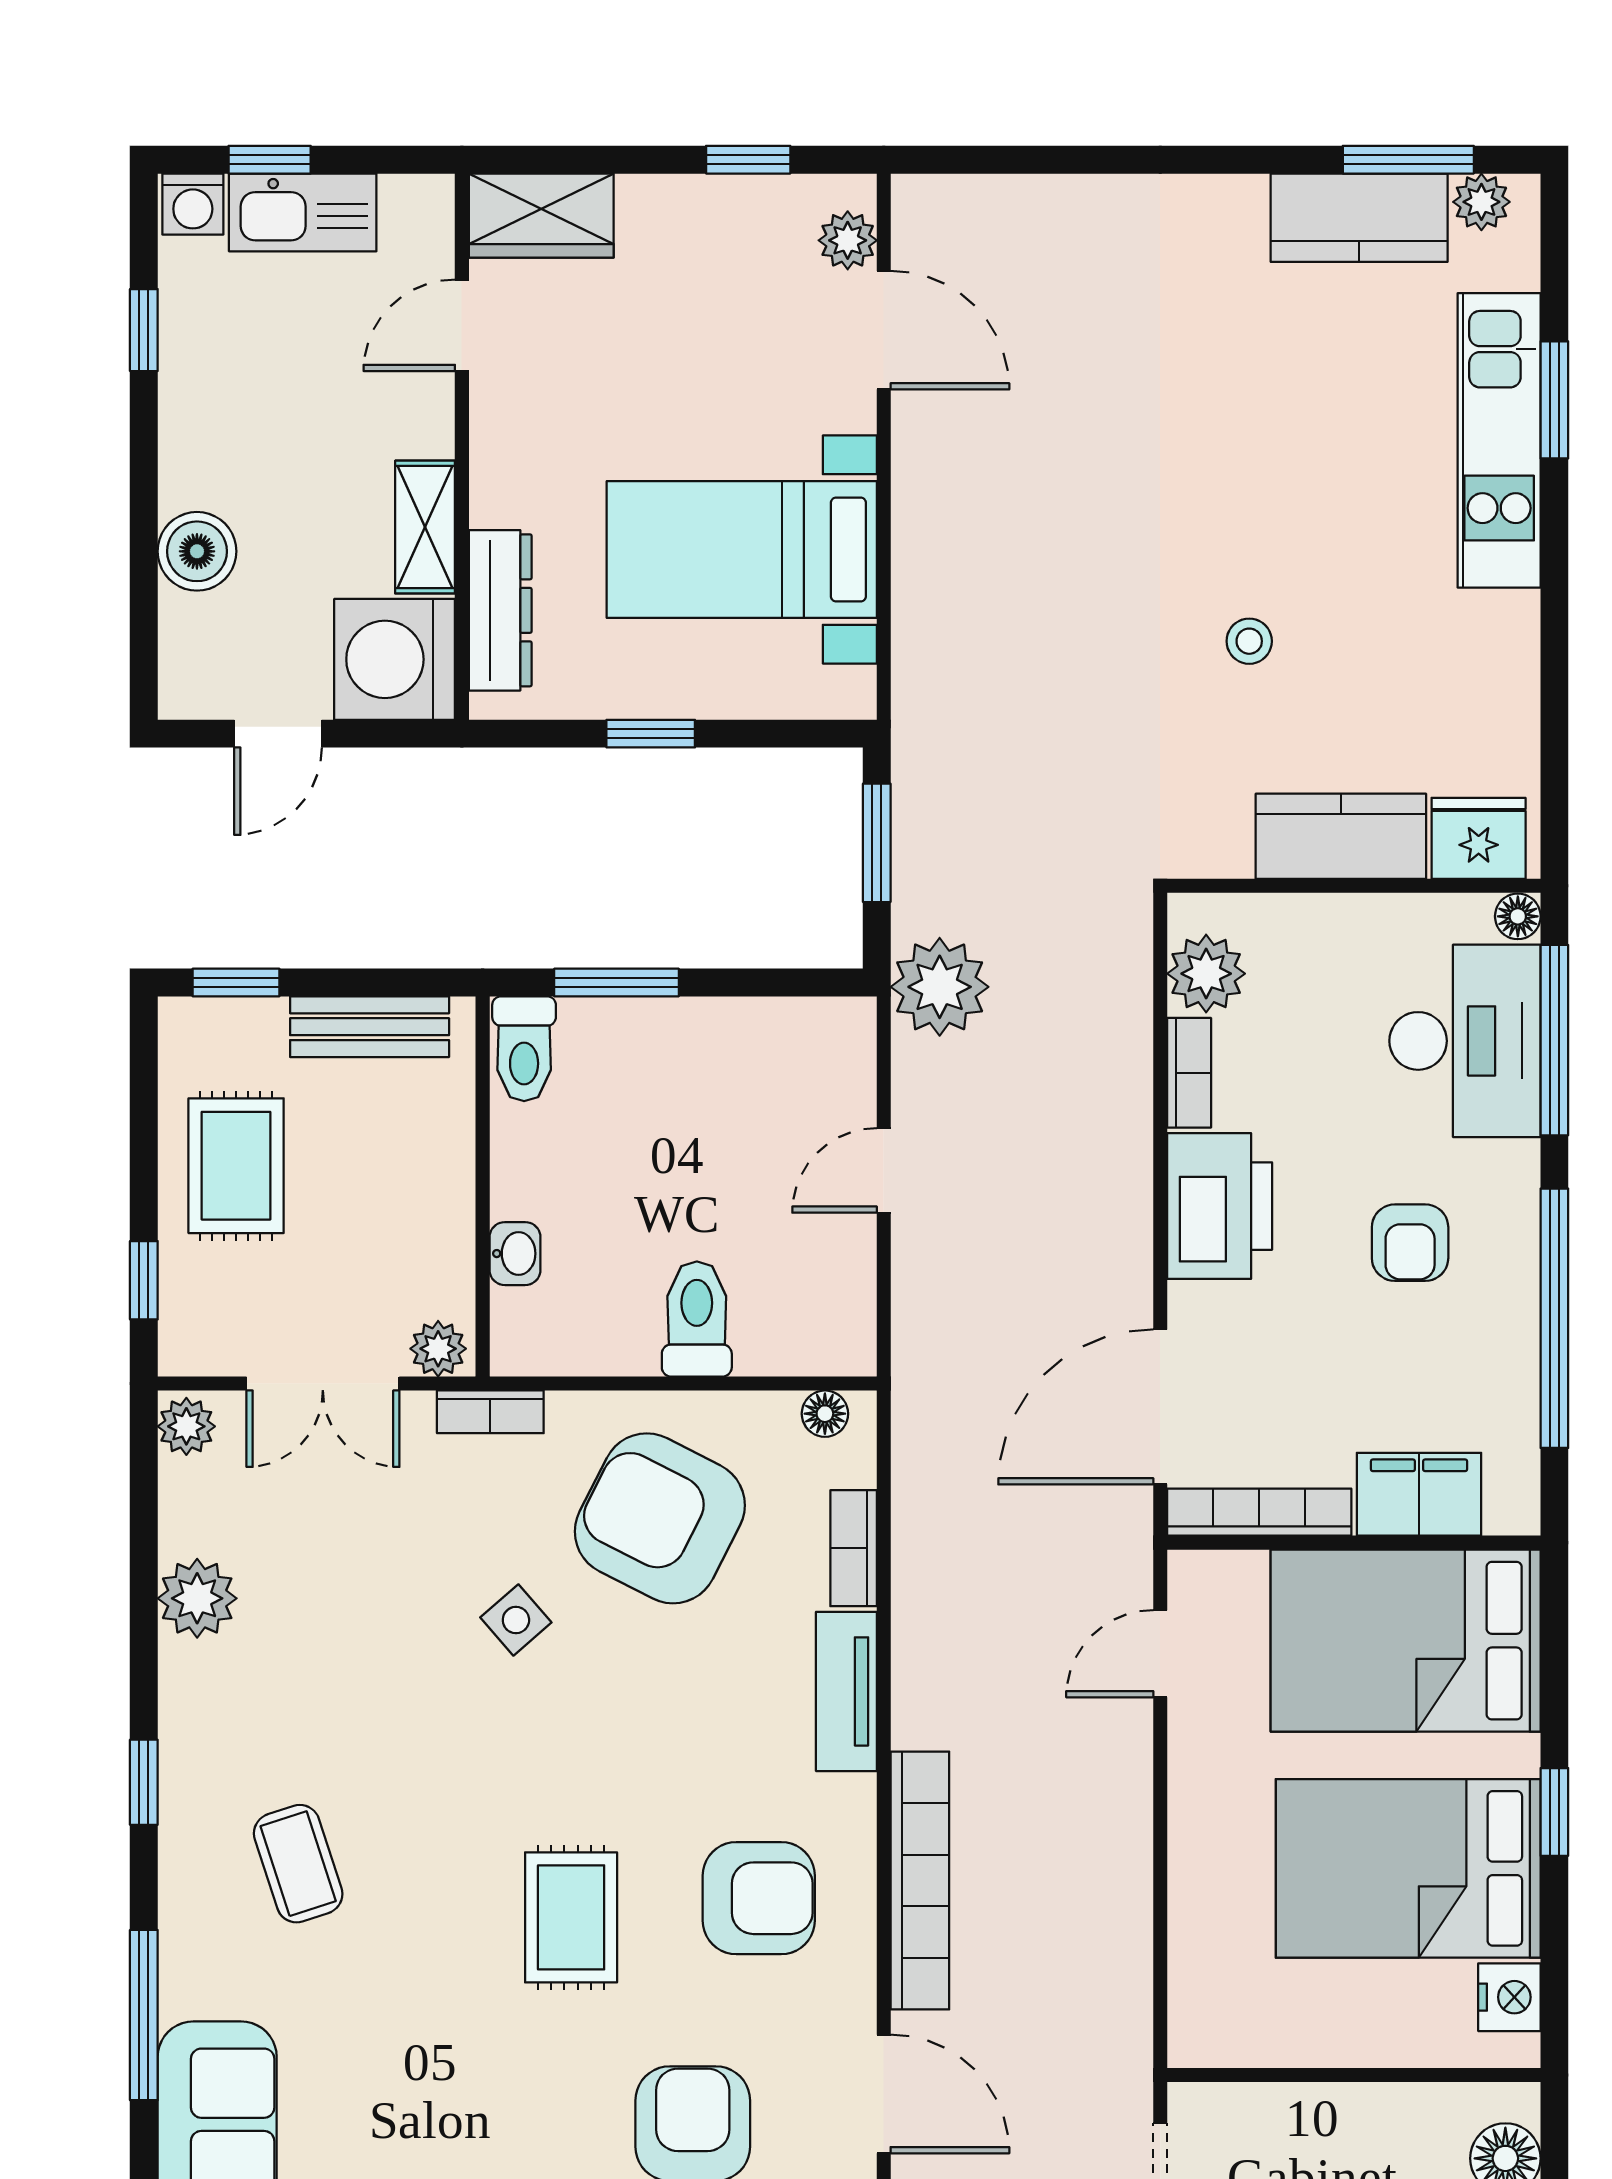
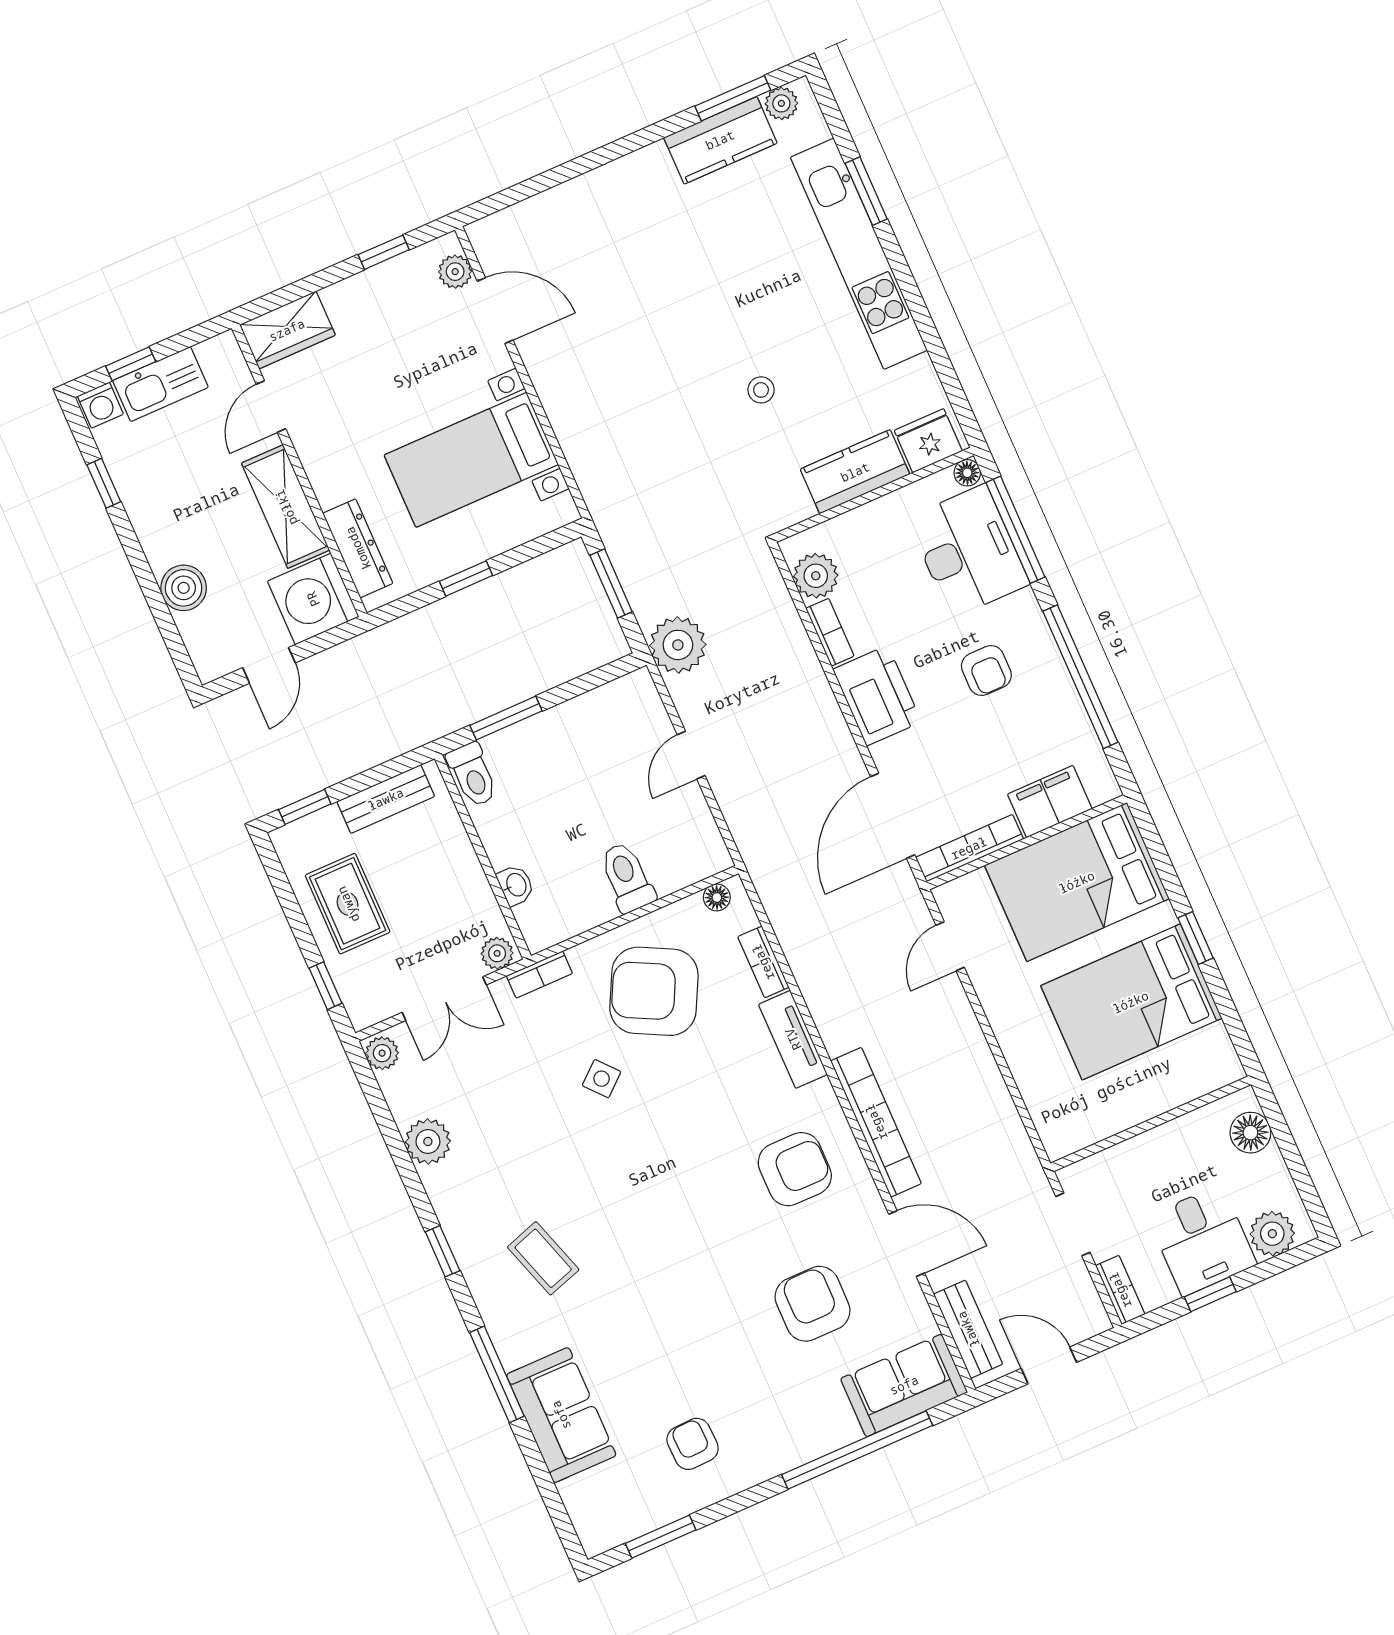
kitchen unit: (1499, 440) -> (859, 254), width x1.36
shelving: (425, 527) -> (286, 507), width x1.50, depth x1.33
rug: (571, 1917) -> (700, 1223), removed
nightstand: (1509, 1997) -> (1215, 1046), removed

